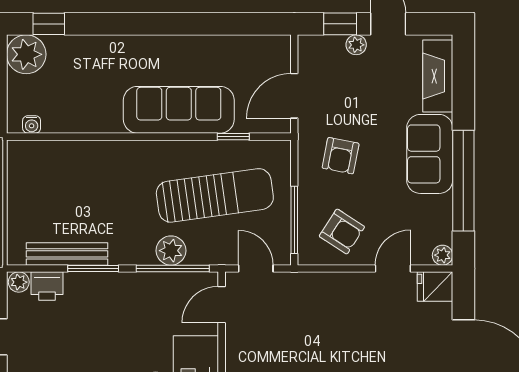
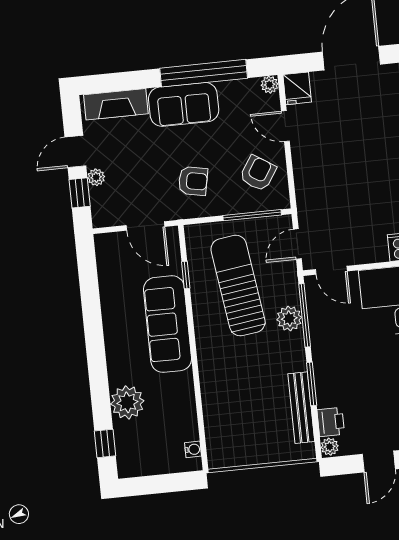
plant: (26, 54) -> (127, 402), moved

